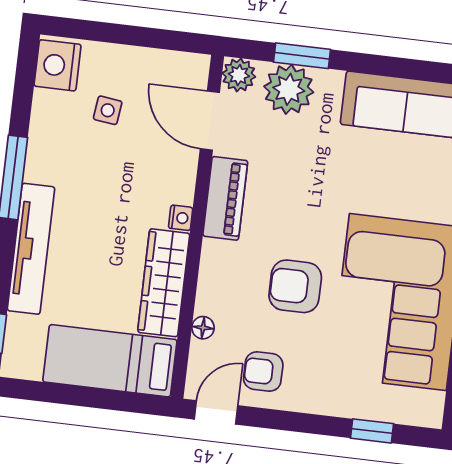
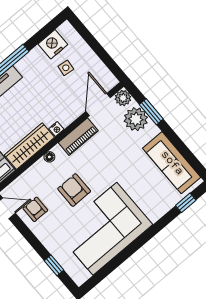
nightstand: (58, 65) -> (53, 44), moved
floor lamp: (203, 328) -> (49, 157), moved

